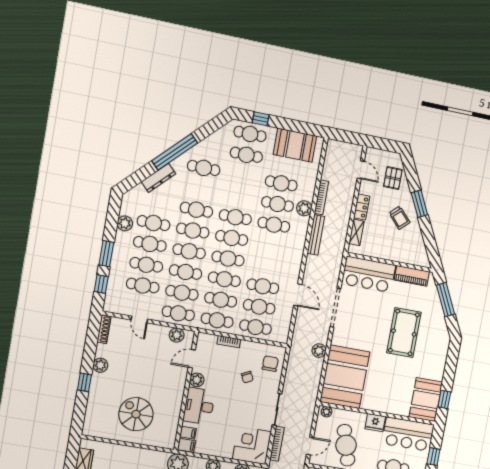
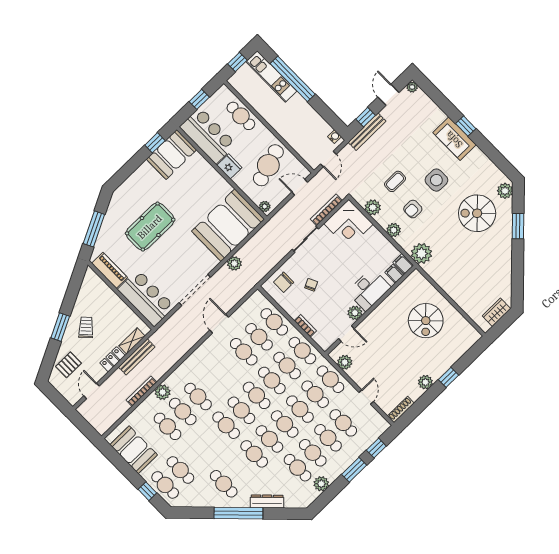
bench: (316, 235) -> (137, 357), moved

